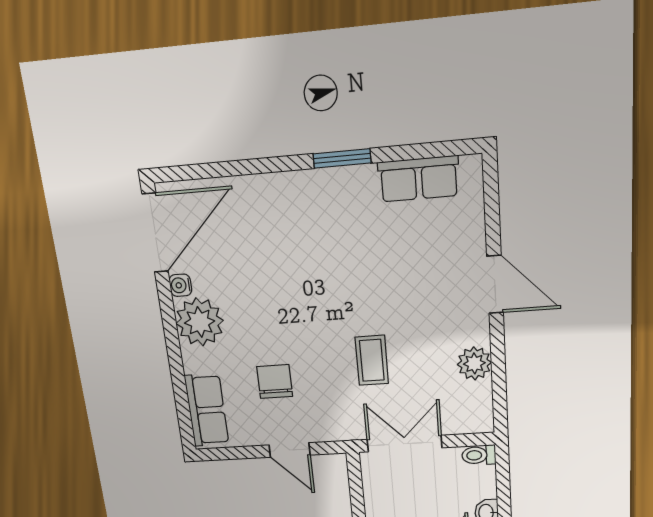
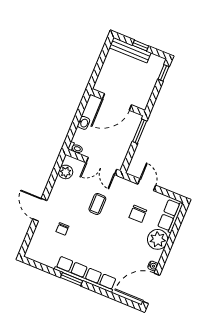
row of seats: (419, 179) -> (86, 274), moved, width x2.02
chair: (422, 267) -> (62, 229), added
plant: (200, 322) -> (158, 239), moved
plant: (474, 363) -> (66, 172), moved

